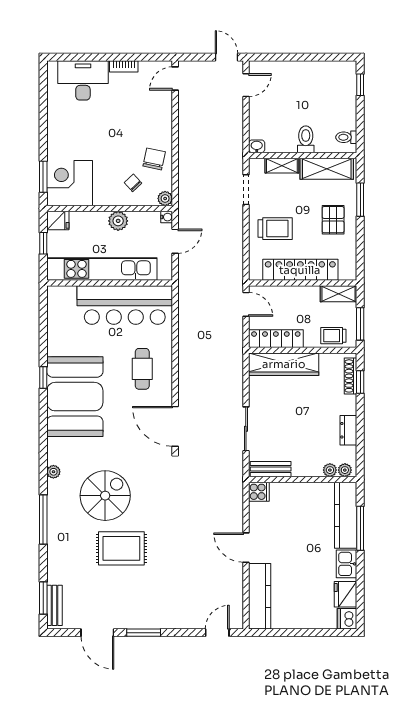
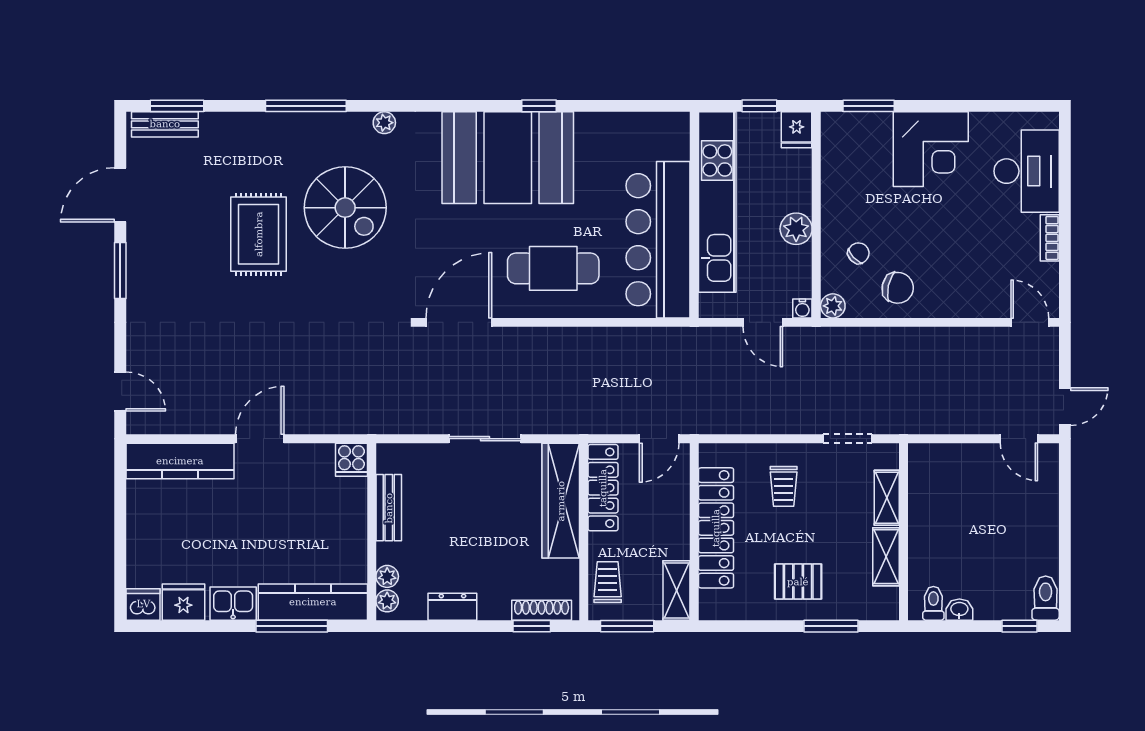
toilet: (306, 139) -> (1046, 598), moved, turned -90
washbasin: (257, 146) -> (959, 610), moved, turned -90
shelving: (327, 169) -> (886, 557), width x0.67, depth x0.75
corner desk: (70, 183) -> (931, 149), moved, turned 90
trolley: (275, 229) -> (784, 486), width x0.73, depth x0.72
cafe table: (142, 369) -> (553, 268), width x1.37, depth x1.35
sliding door: (246, 429) -> (485, 439), moved
bench: (271, 469) -> (389, 508), moved

